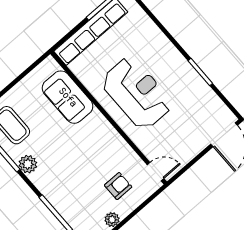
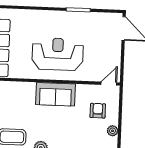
sofa: (68, 97) -> (55, 94), moved

